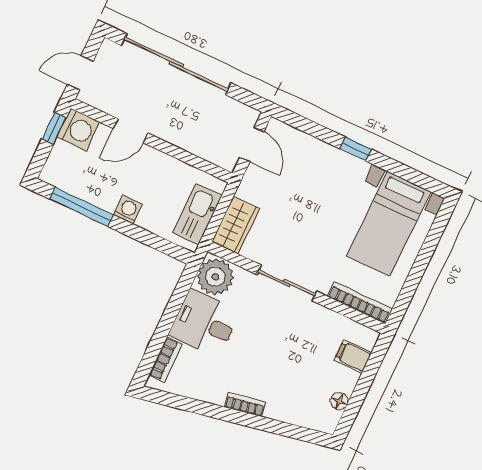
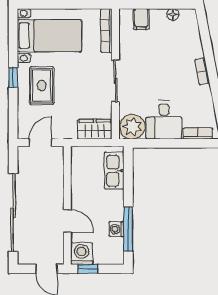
rug: (327, 182) -> (42, 86), added
washing machine: (128, 210) -> (116, 229), moved
kitchen sink: (197, 214) -> (114, 171), moved, turned 90

